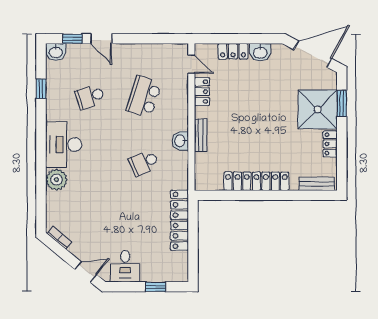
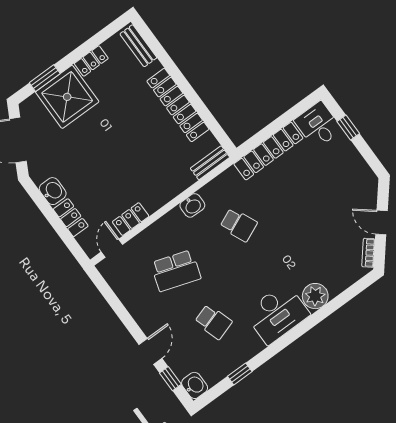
bench: (201, 135) -> (210, 163), moved
desk: (125, 266) -> (318, 125), moved, turned -90
door: (86, 272) -> (381, 223), moved

